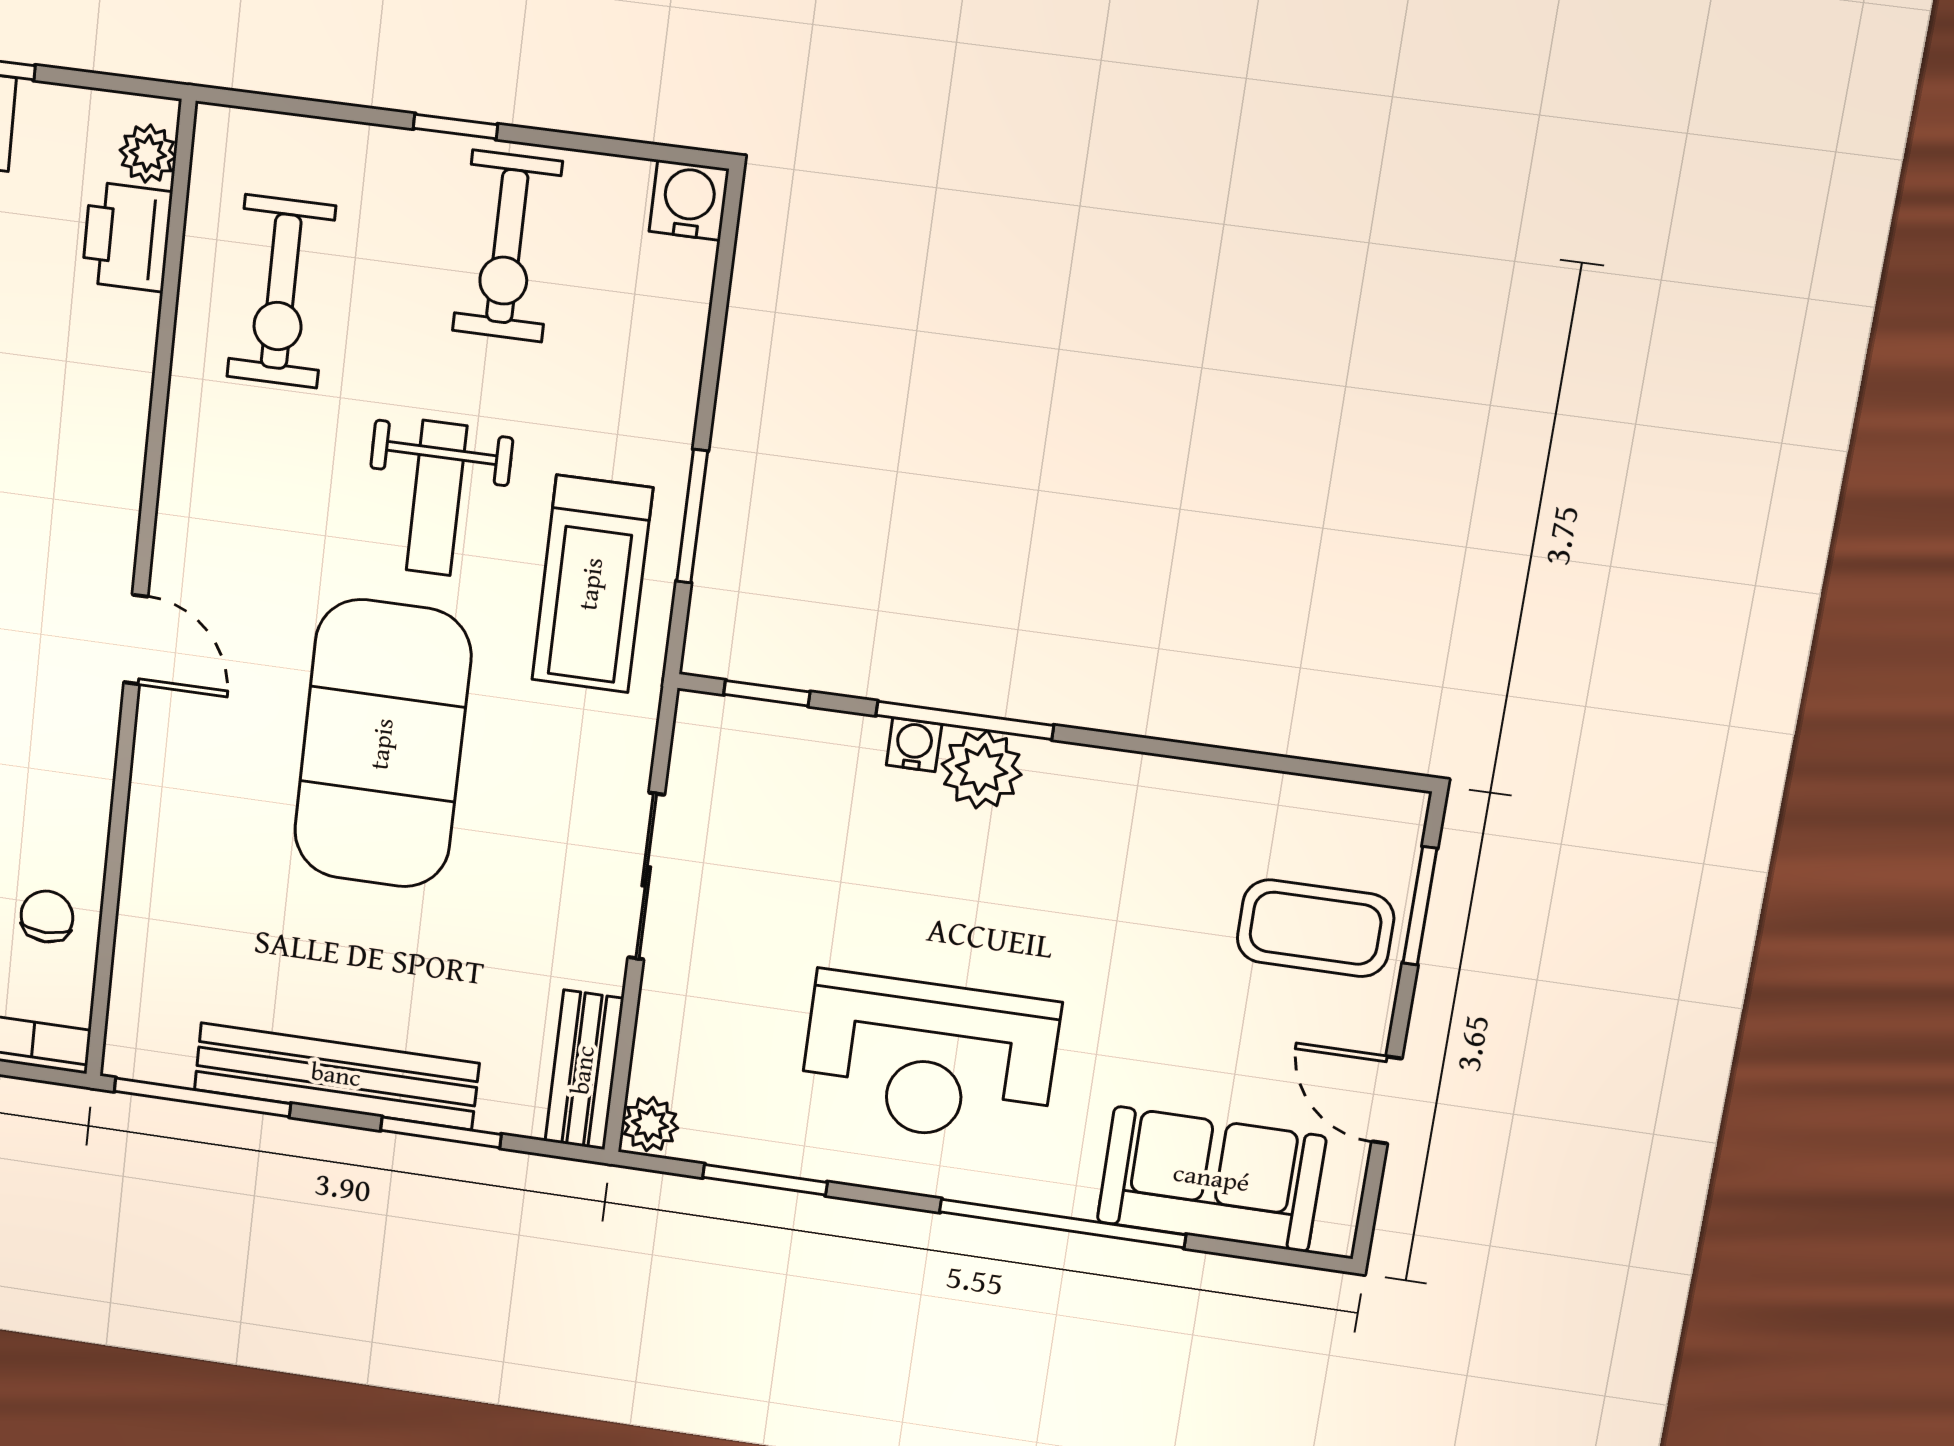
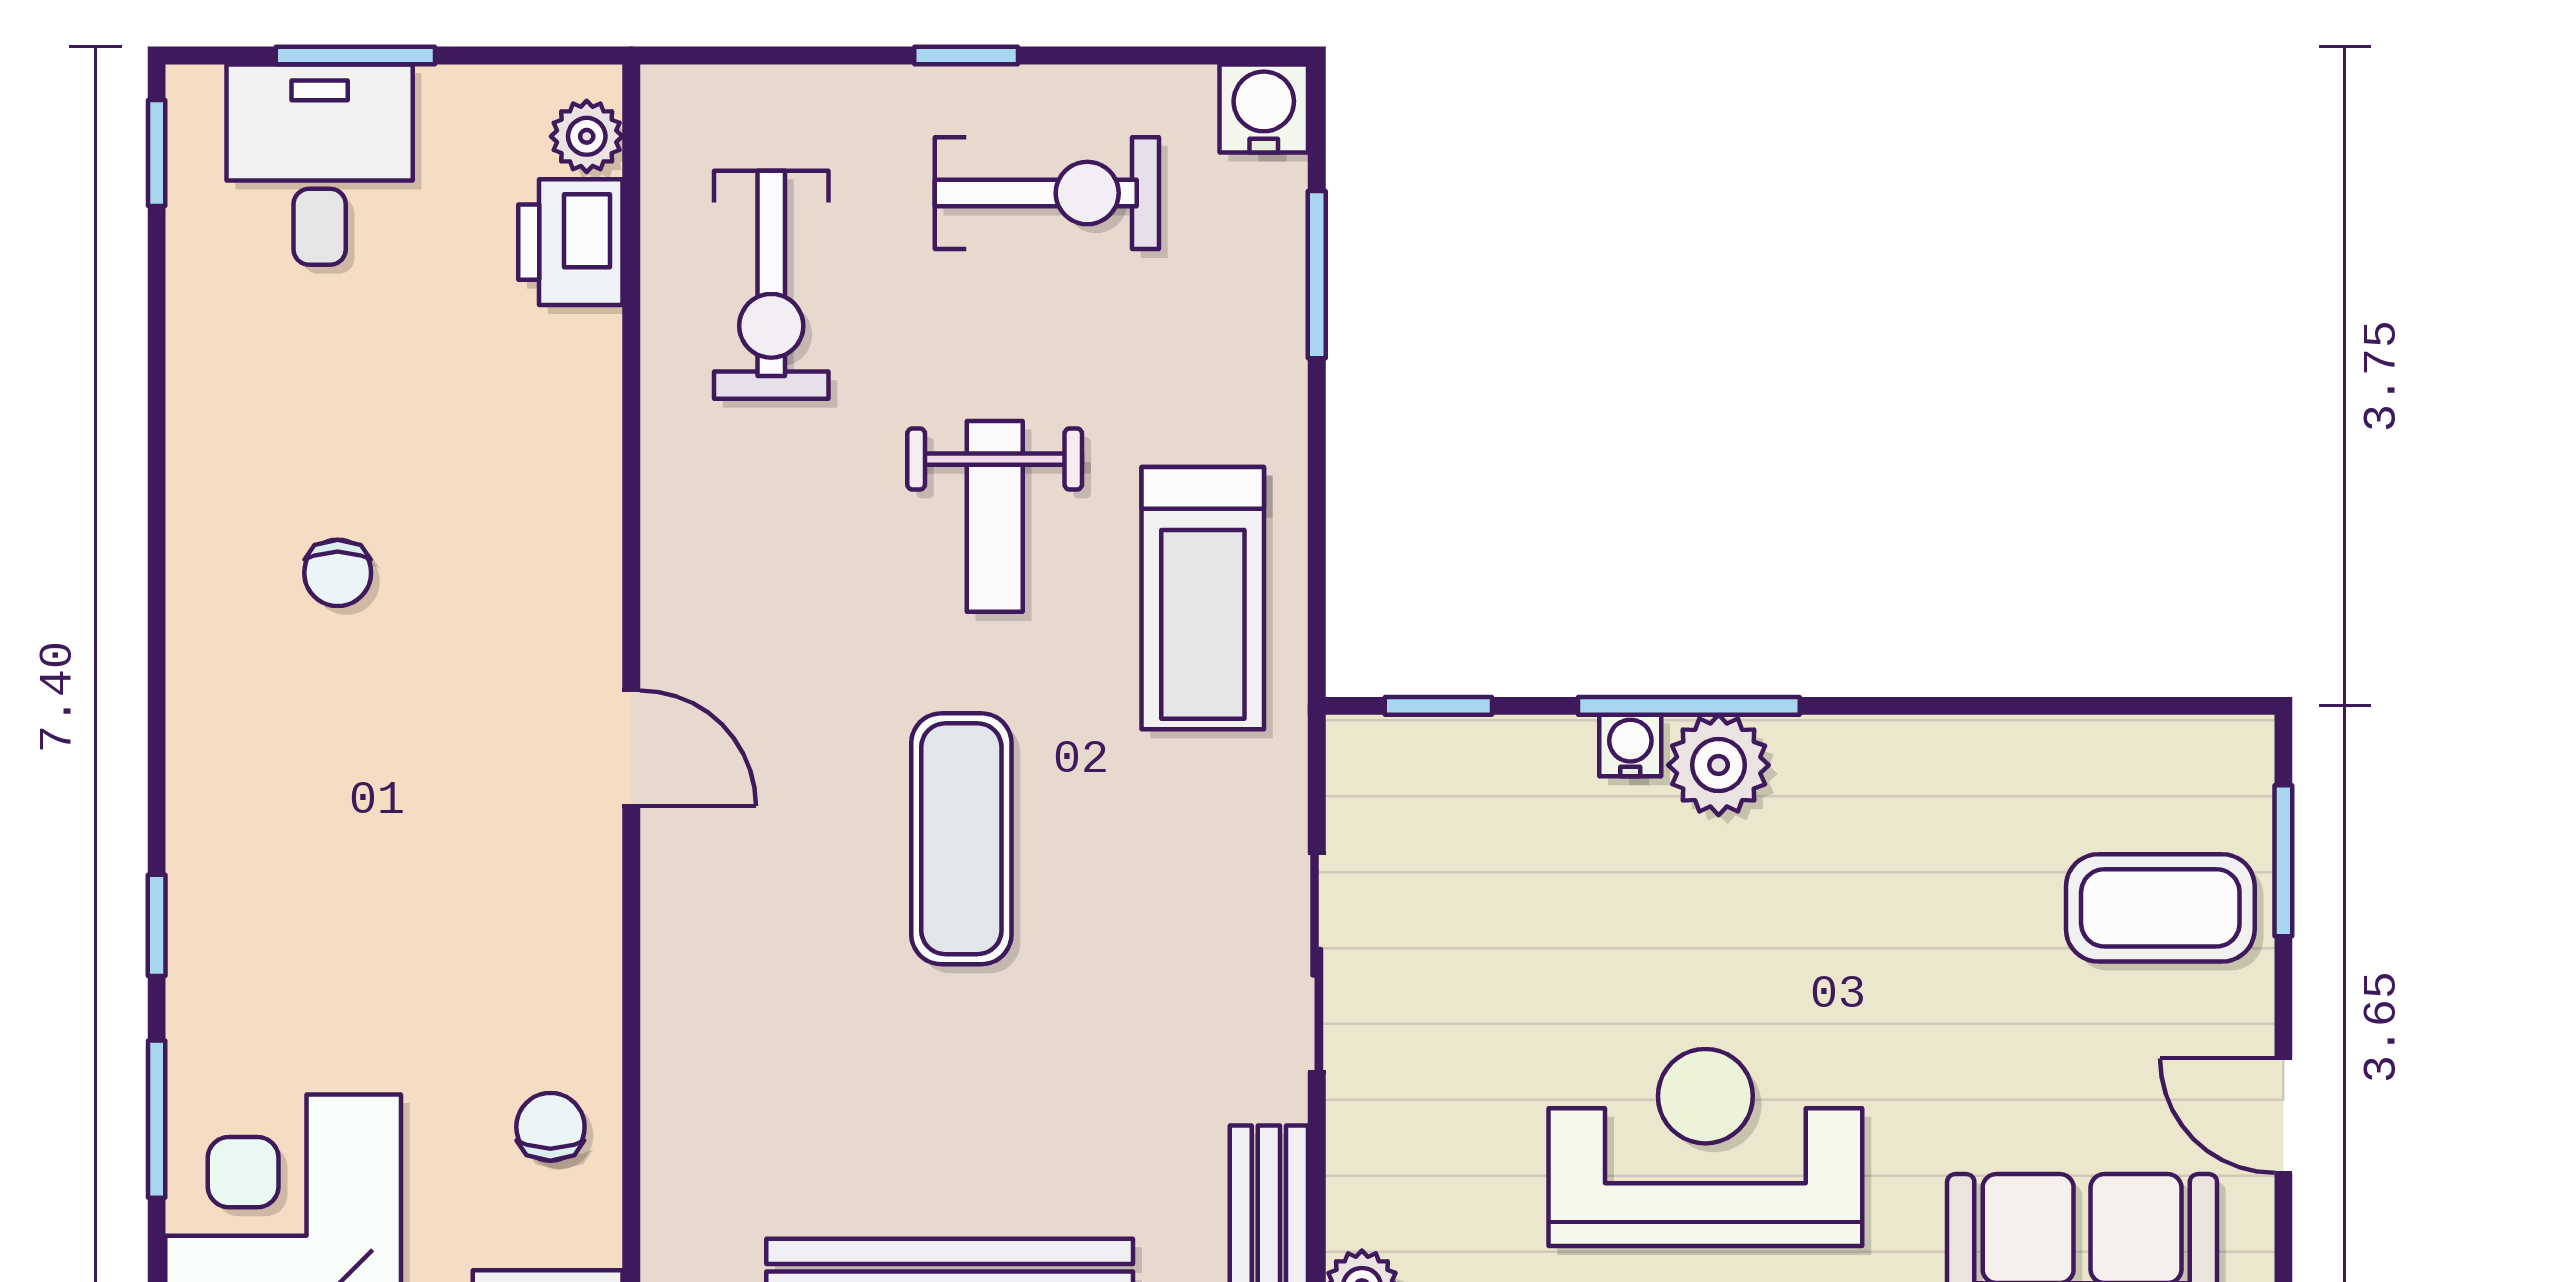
exercise bike: (507, 246) -> (1047, 193), turned -90
window: (692, 516) -> (1317, 275), moved
exercise mat: (383, 744) -> (961, 839), width x0.50, depth x0.69
reception desk: (929, 1059) -> (1705, 1147), turned 180

